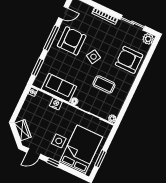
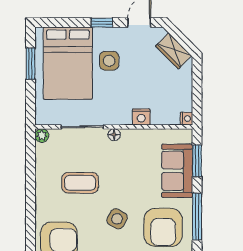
sofa: (59, 88) -> (177, 171), moved, turned 90

